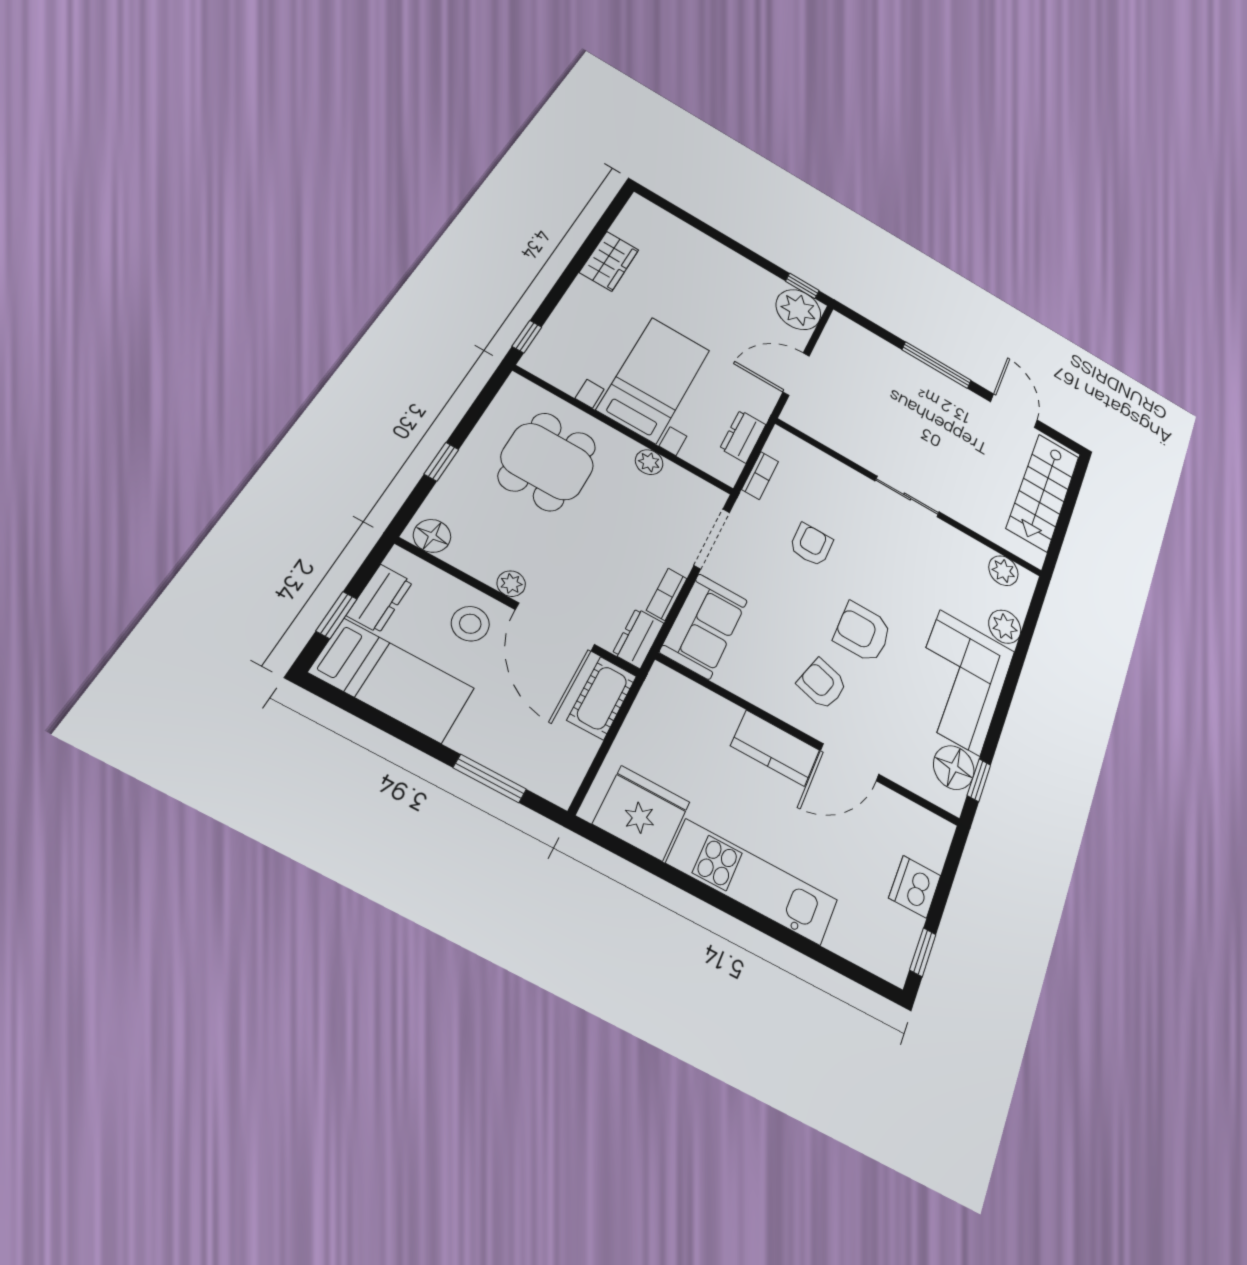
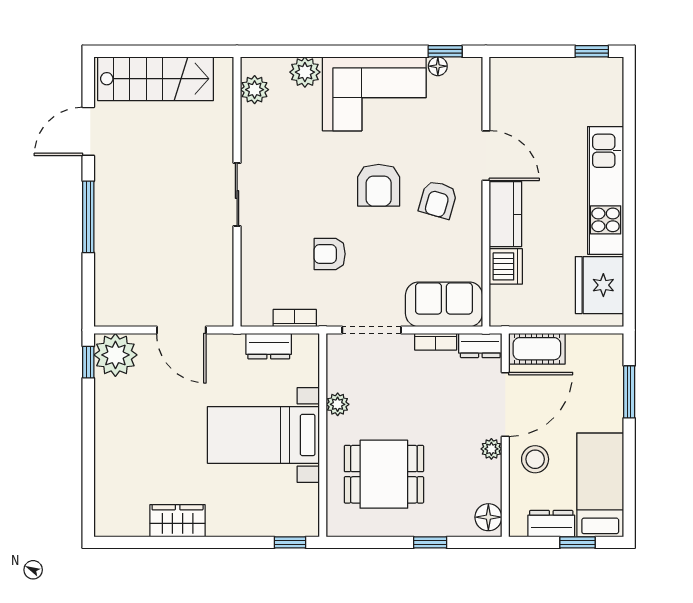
floor lamp: (954, 768) -> (438, 66), width x0.53, depth x0.53
dishwasher: (915, 887) -> (506, 266), moved, turned -90

